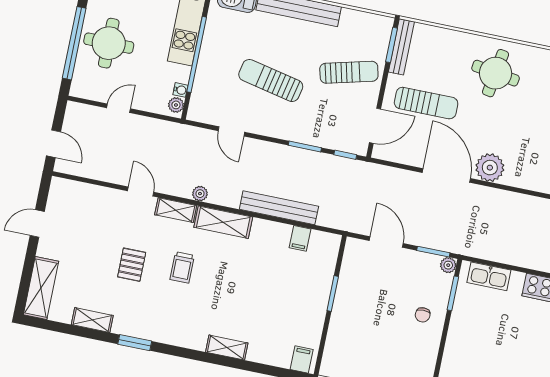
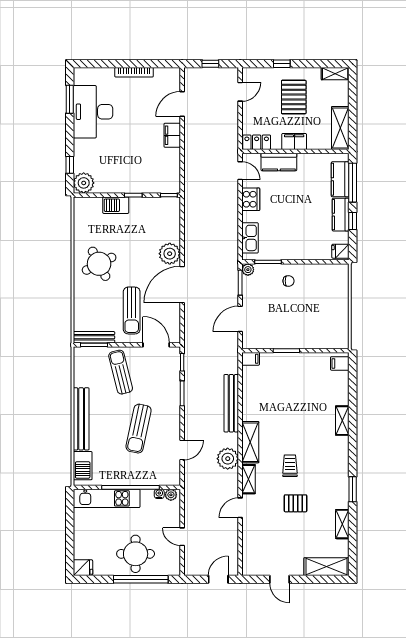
round table: (496, 73) -> (99, 264), turned -36
sun lounger: (426, 103) -> (132, 310), turned 180
plant: (200, 194) -> (228, 459), width x1.88, depth x1.88
filing cabinet: (300, 238) -> (251, 359), moved
trolley: (182, 267) -> (290, 466), turned -90

